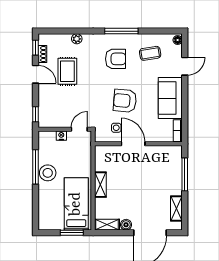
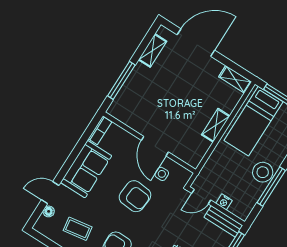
floor lamp: (178, 40) -> (49, 211), moved
bench: (53, 122) -> (223, 221), added
boiler: (126, 225) -> (216, 67), removed

